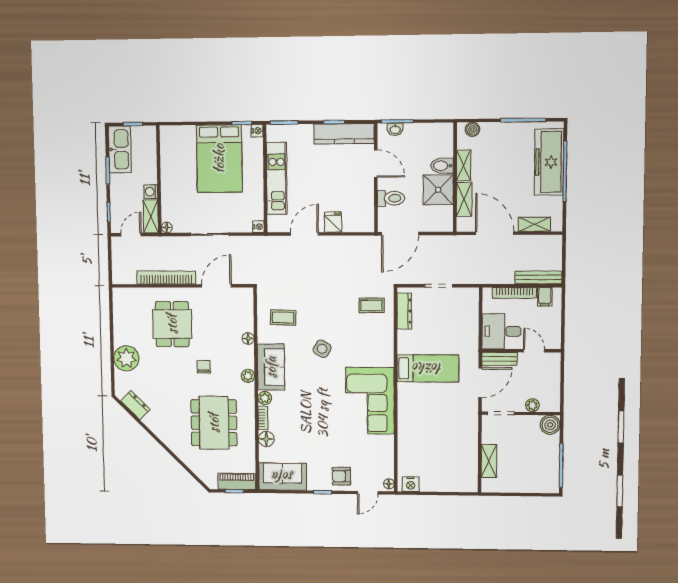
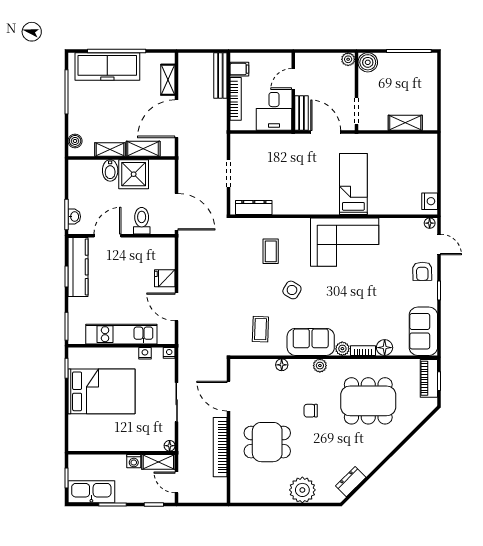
nightstand: (257, 131) -> (145, 353), moved
coffee table: (371, 305) -> (271, 251), moved
bed: (428, 368) -> (353, 184), moved
plant: (532, 405) -> (348, 59), moved

